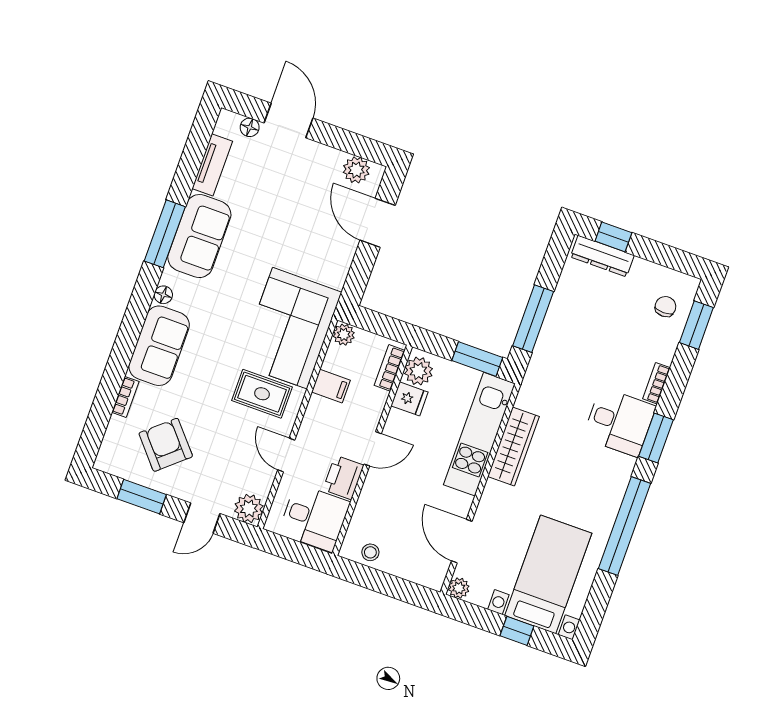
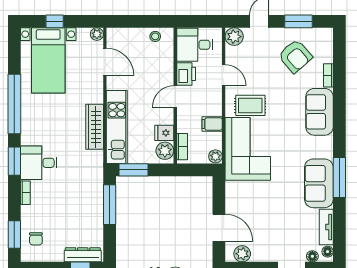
floor lamp: (163, 295) -> (328, 252), moved

